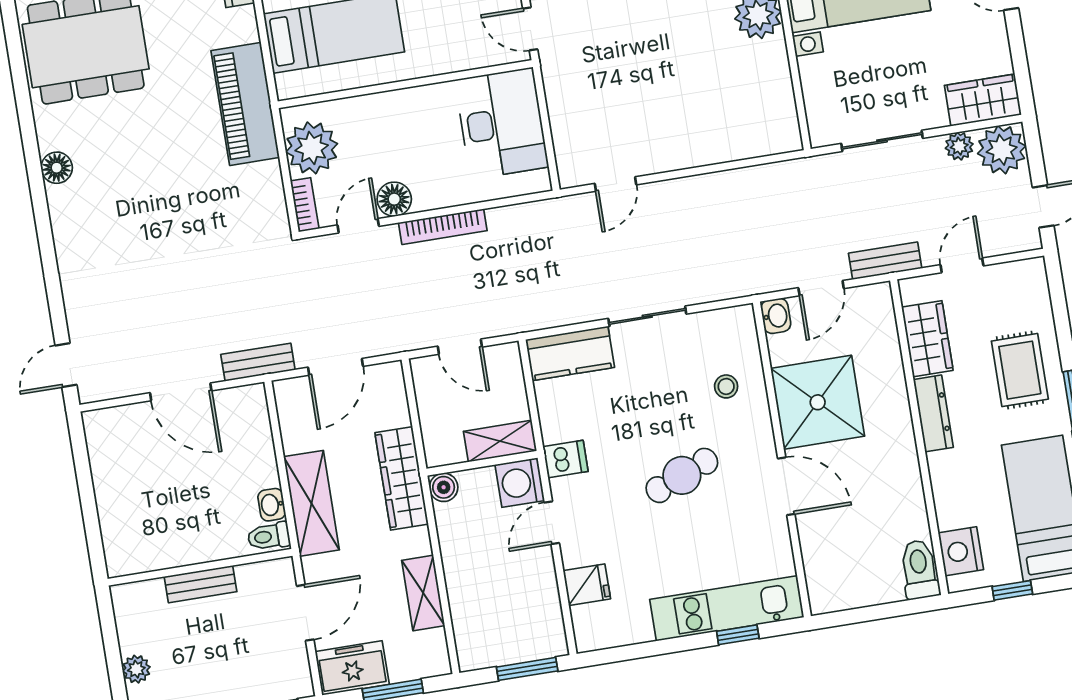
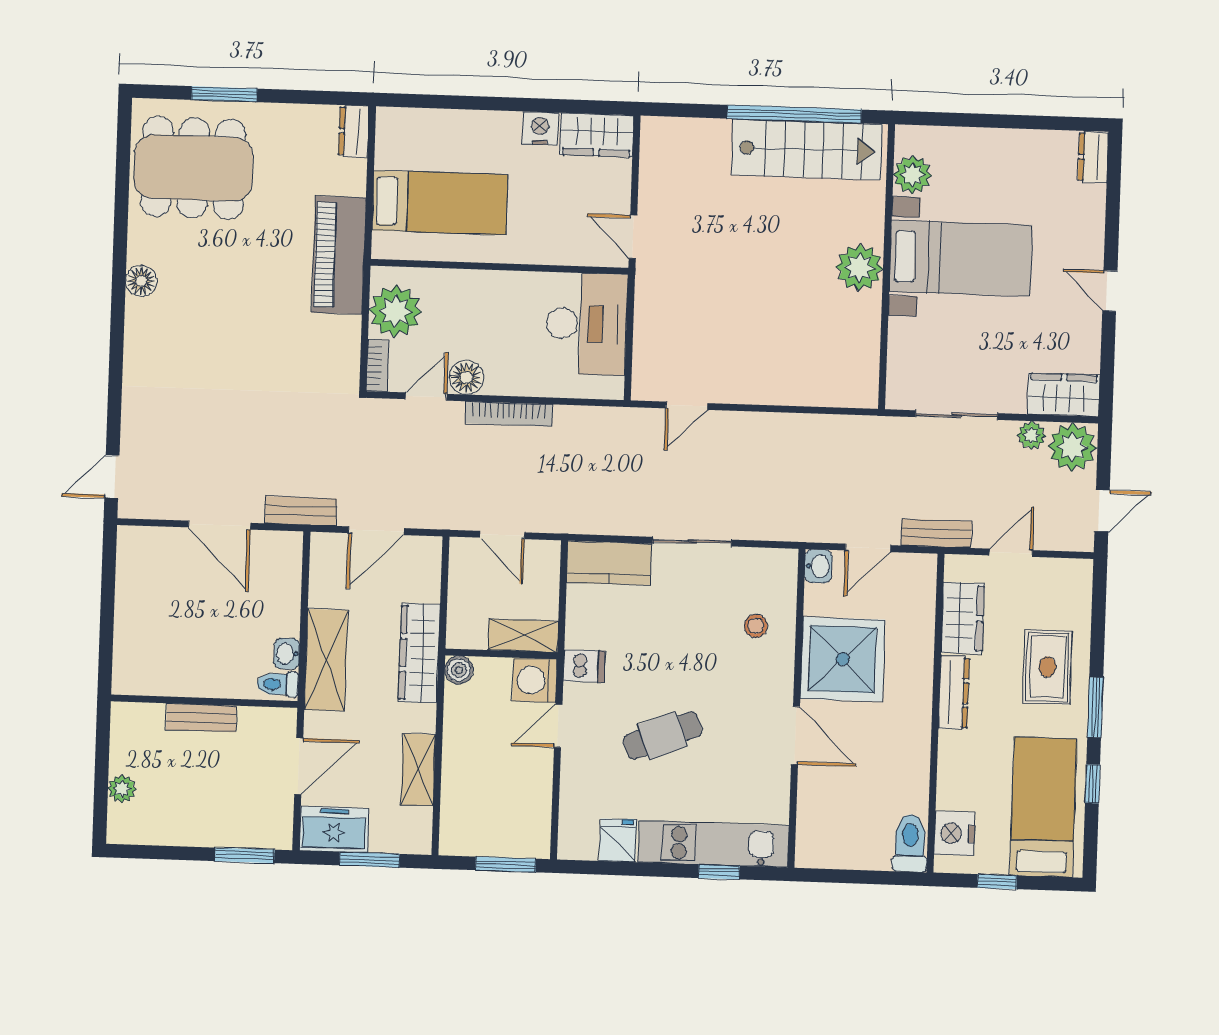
cafe table: (682, 475) -> (663, 736), moved
fridge: (587, 585) -> (618, 840), moved, turned -90

